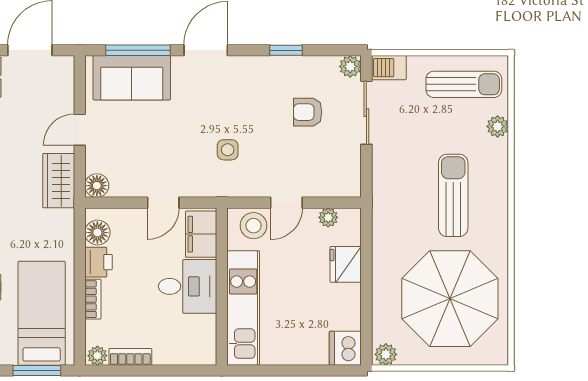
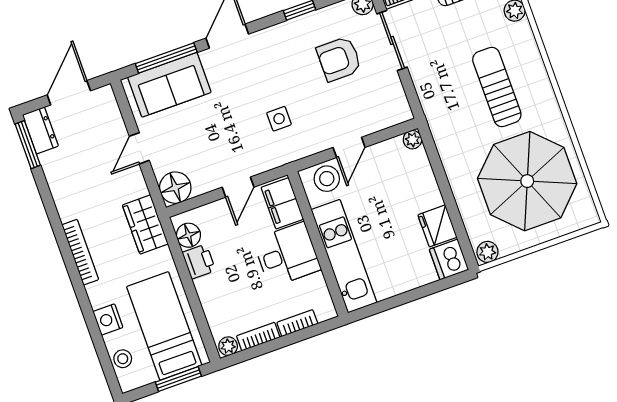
armchair: (308, 112) -> (339, 59), width x1.38, depth x1.38
wardrobe: (59, 181) -> (145, 225), moved
floor lamp: (97, 186) -> (175, 188), width x1.38, depth x1.38
plant: (328, 217) -> (413, 140), moved
fridge: (346, 264) -> (437, 226), moved
bookcase: (93, 299) -> (297, 323), moved, turned -90

